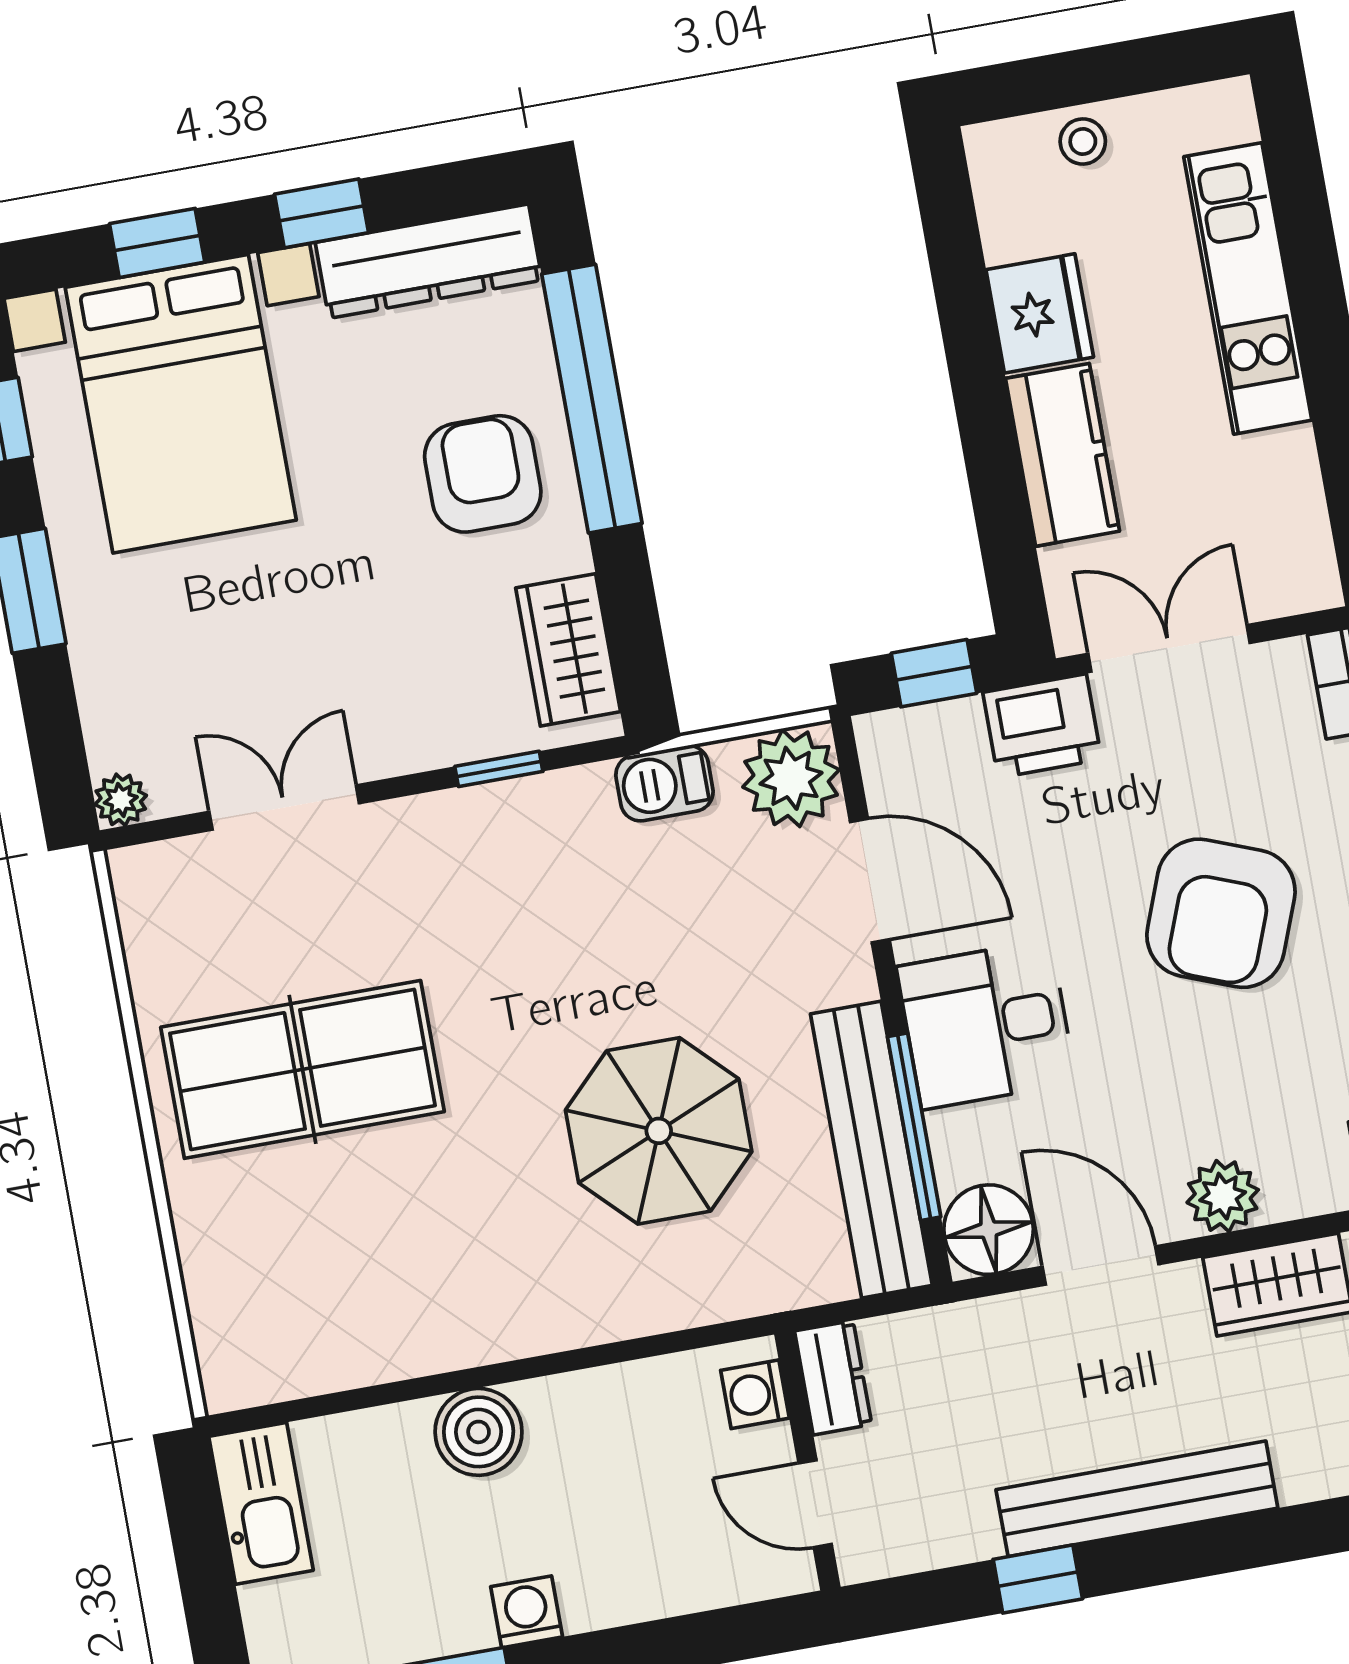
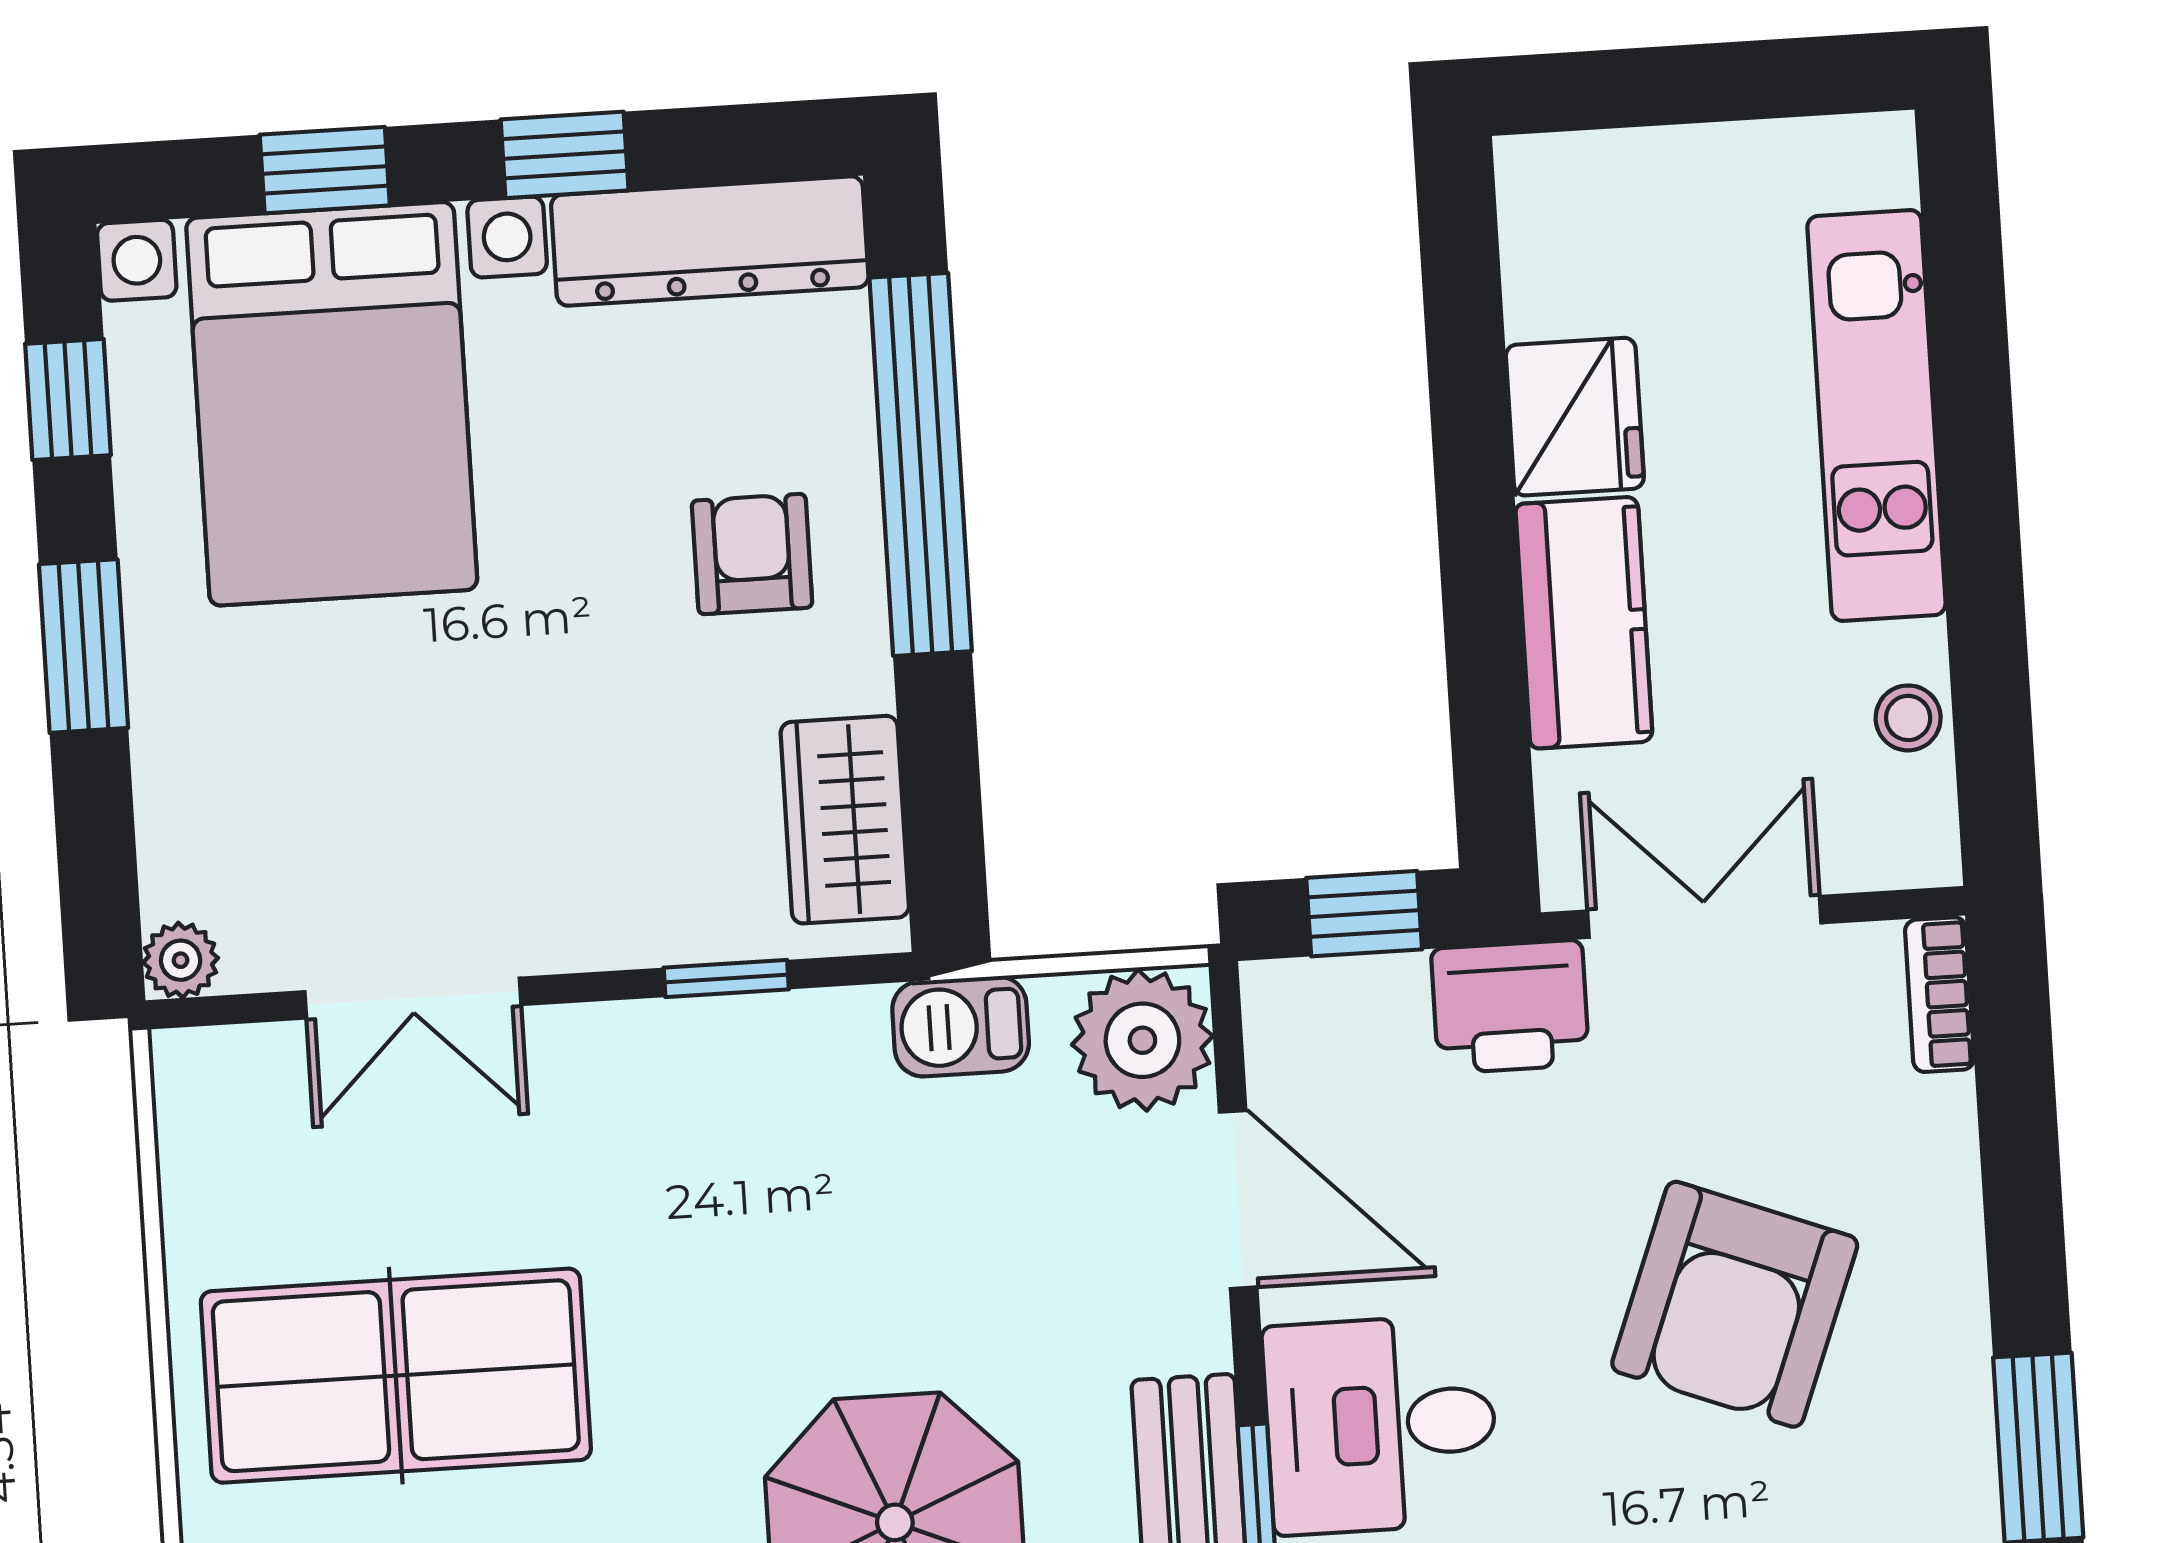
stool: (1083, 141) -> (1908, 718), moved
armchair: (483, 474) -> (752, 554), width x0.72, depth x0.72
double door: (284, 808) -> (413, 998), swing flipped

